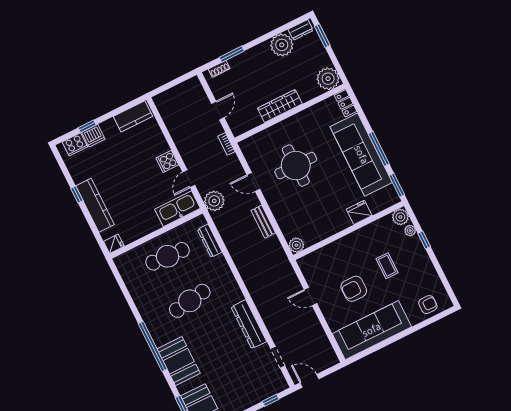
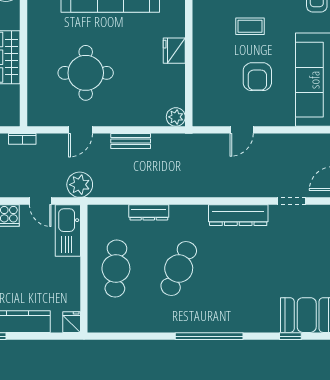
fridge: (359, 212) -> (174, 51), moved
dresser: (210, 241) -> (149, 212), moved
cafe table: (190, 301) -> (179, 269), turned 33
booth: (179, 361) -> (240, 315), removed

